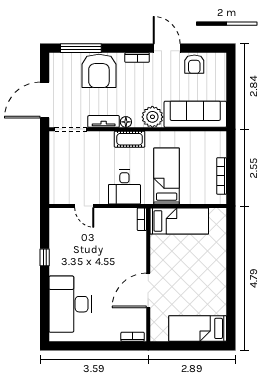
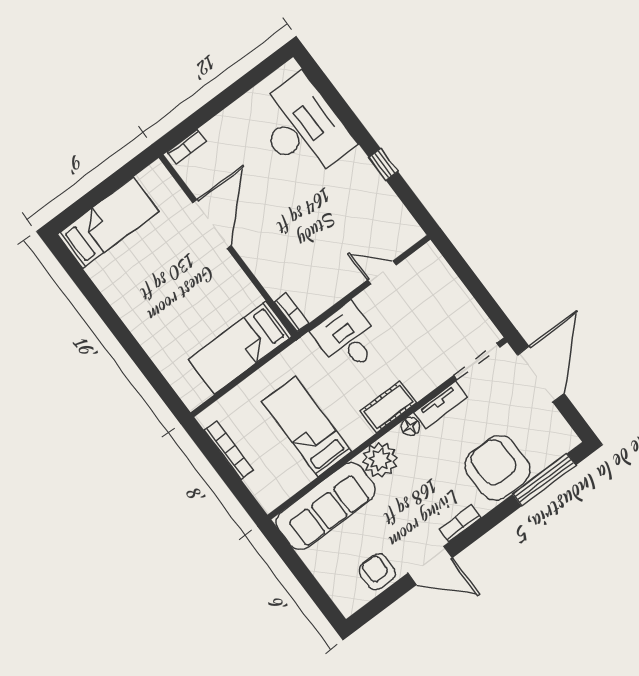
bed: (167, 176) -> (307, 427), moved, turned 180

